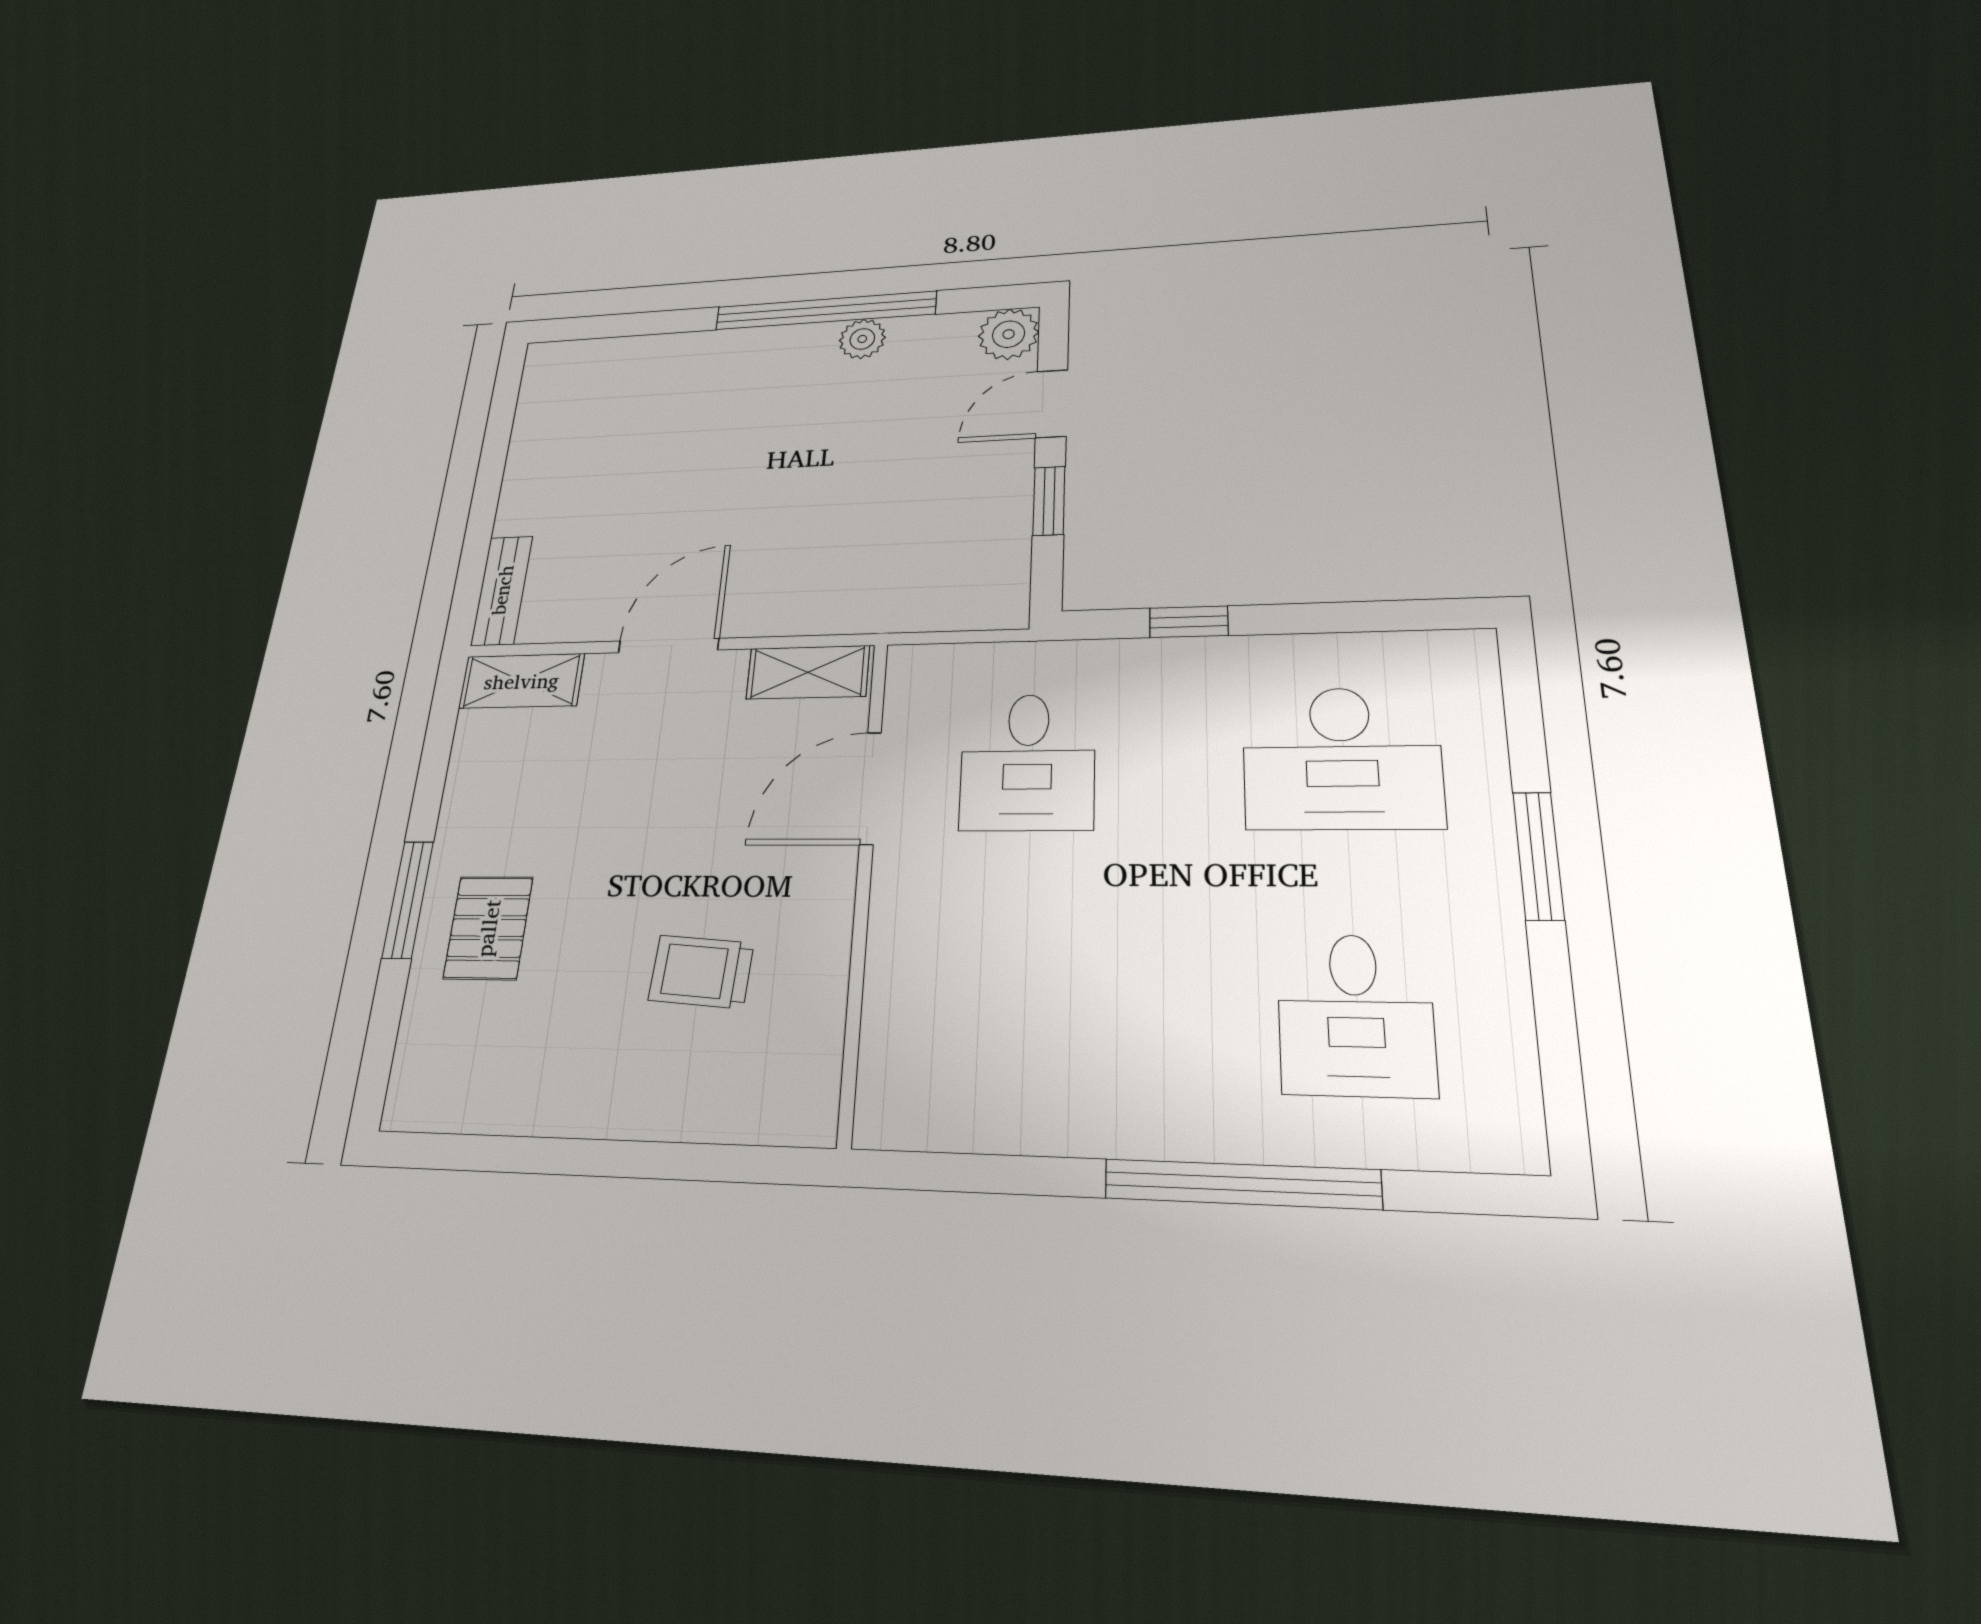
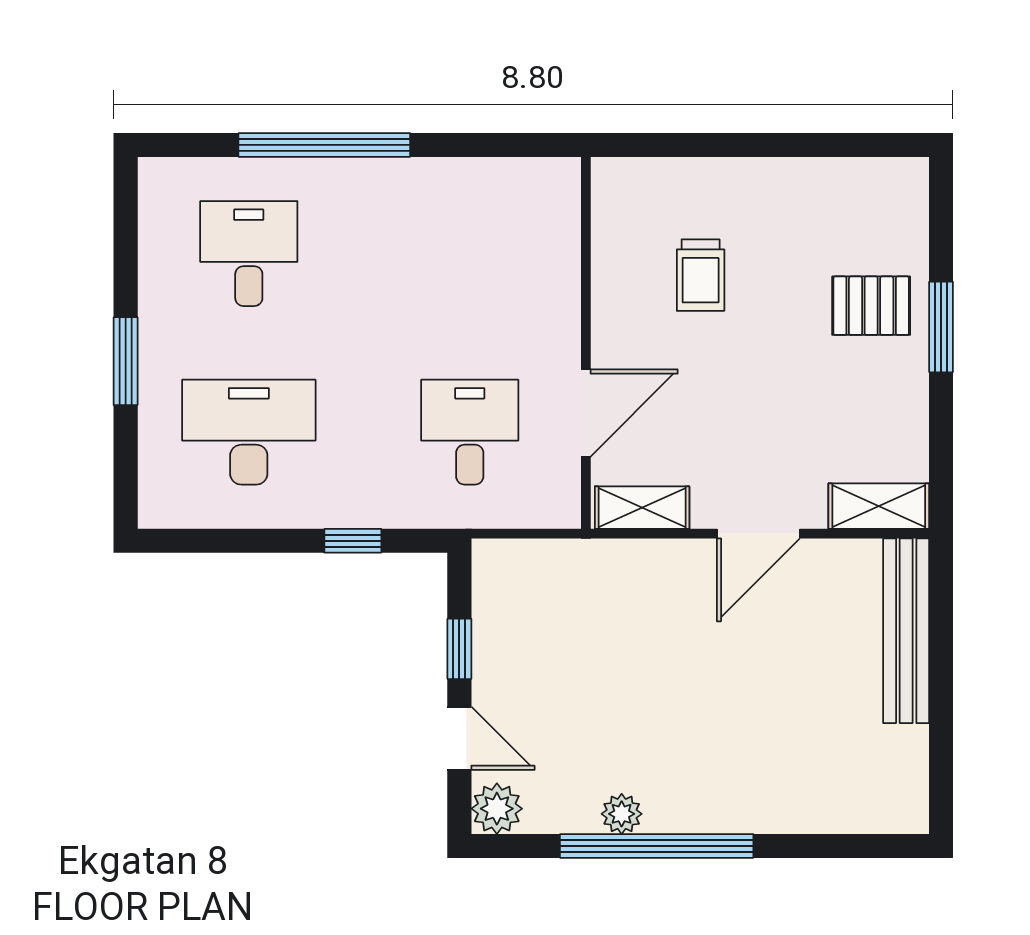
door: (1052, 404) -> (459, 738), hinge flipped
bench: (502, 590) -> (906, 631), width x1.86, depth x1.21
pallet: (488, 928) -> (871, 306), turned 90
trolley: (701, 972) -> (701, 275), turned 86

